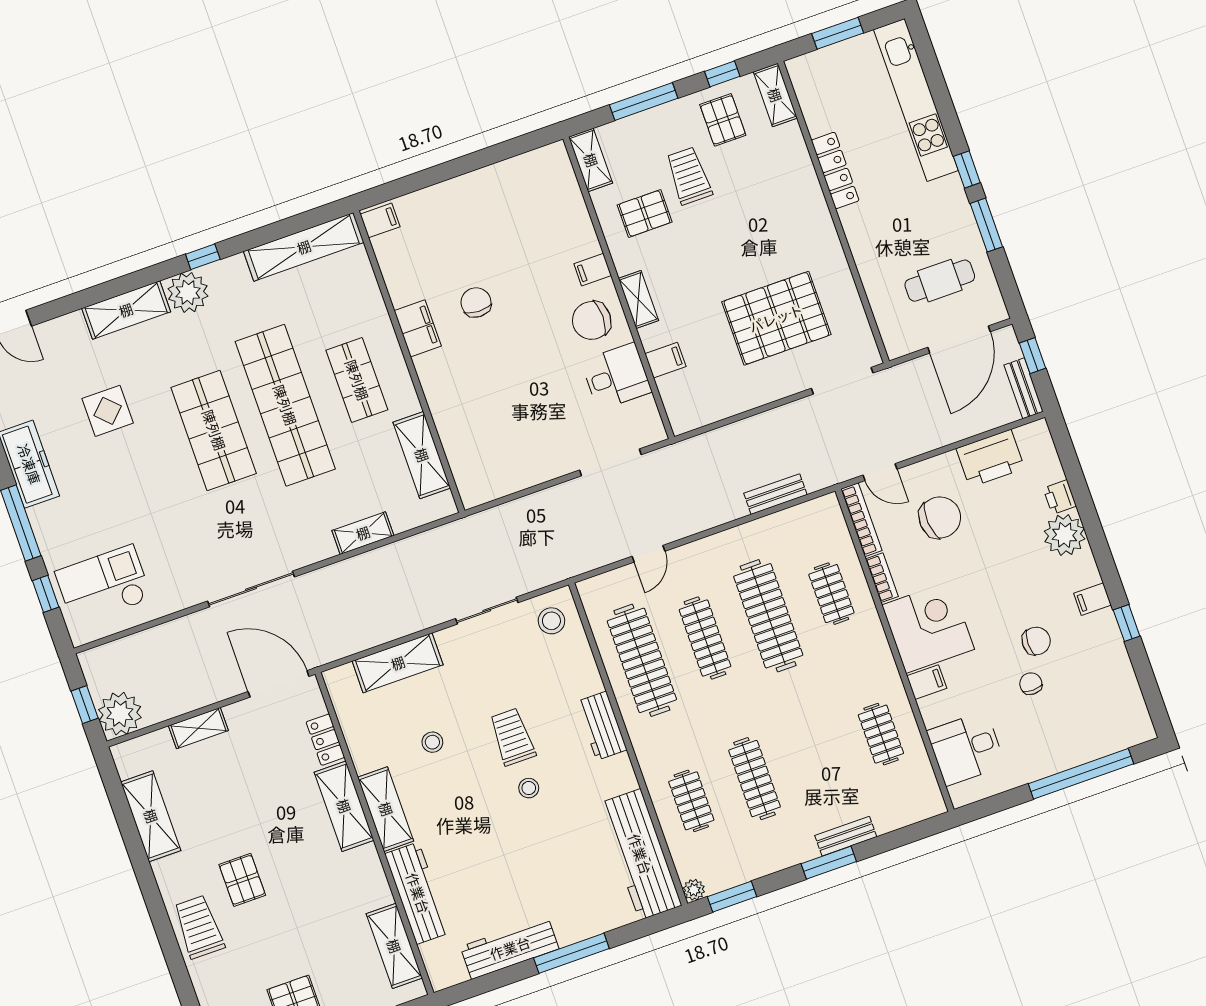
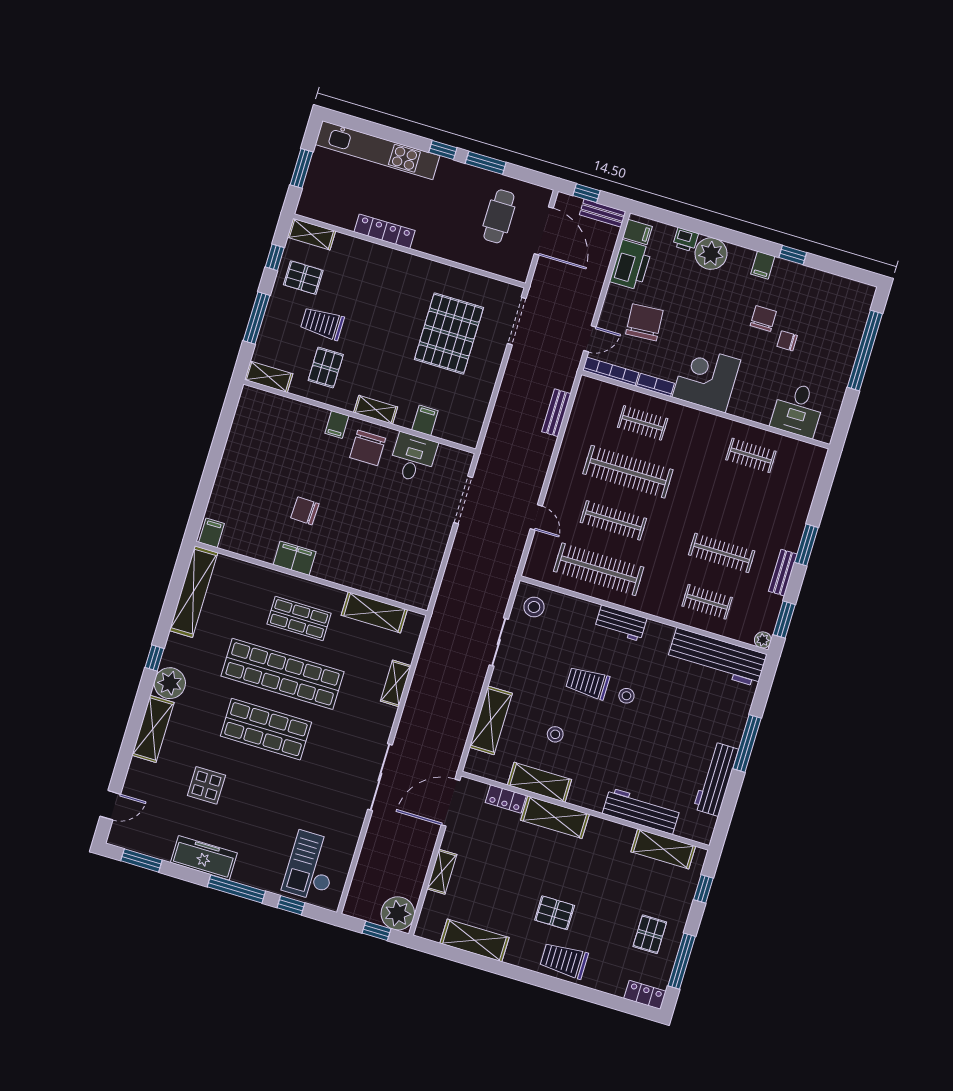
filing cabinet: (927, 682) -> (637, 232), moved, turned 90
shelving: (386, 809) -> (540, 782), moved
bench: (846, 836) -> (783, 573), moved

